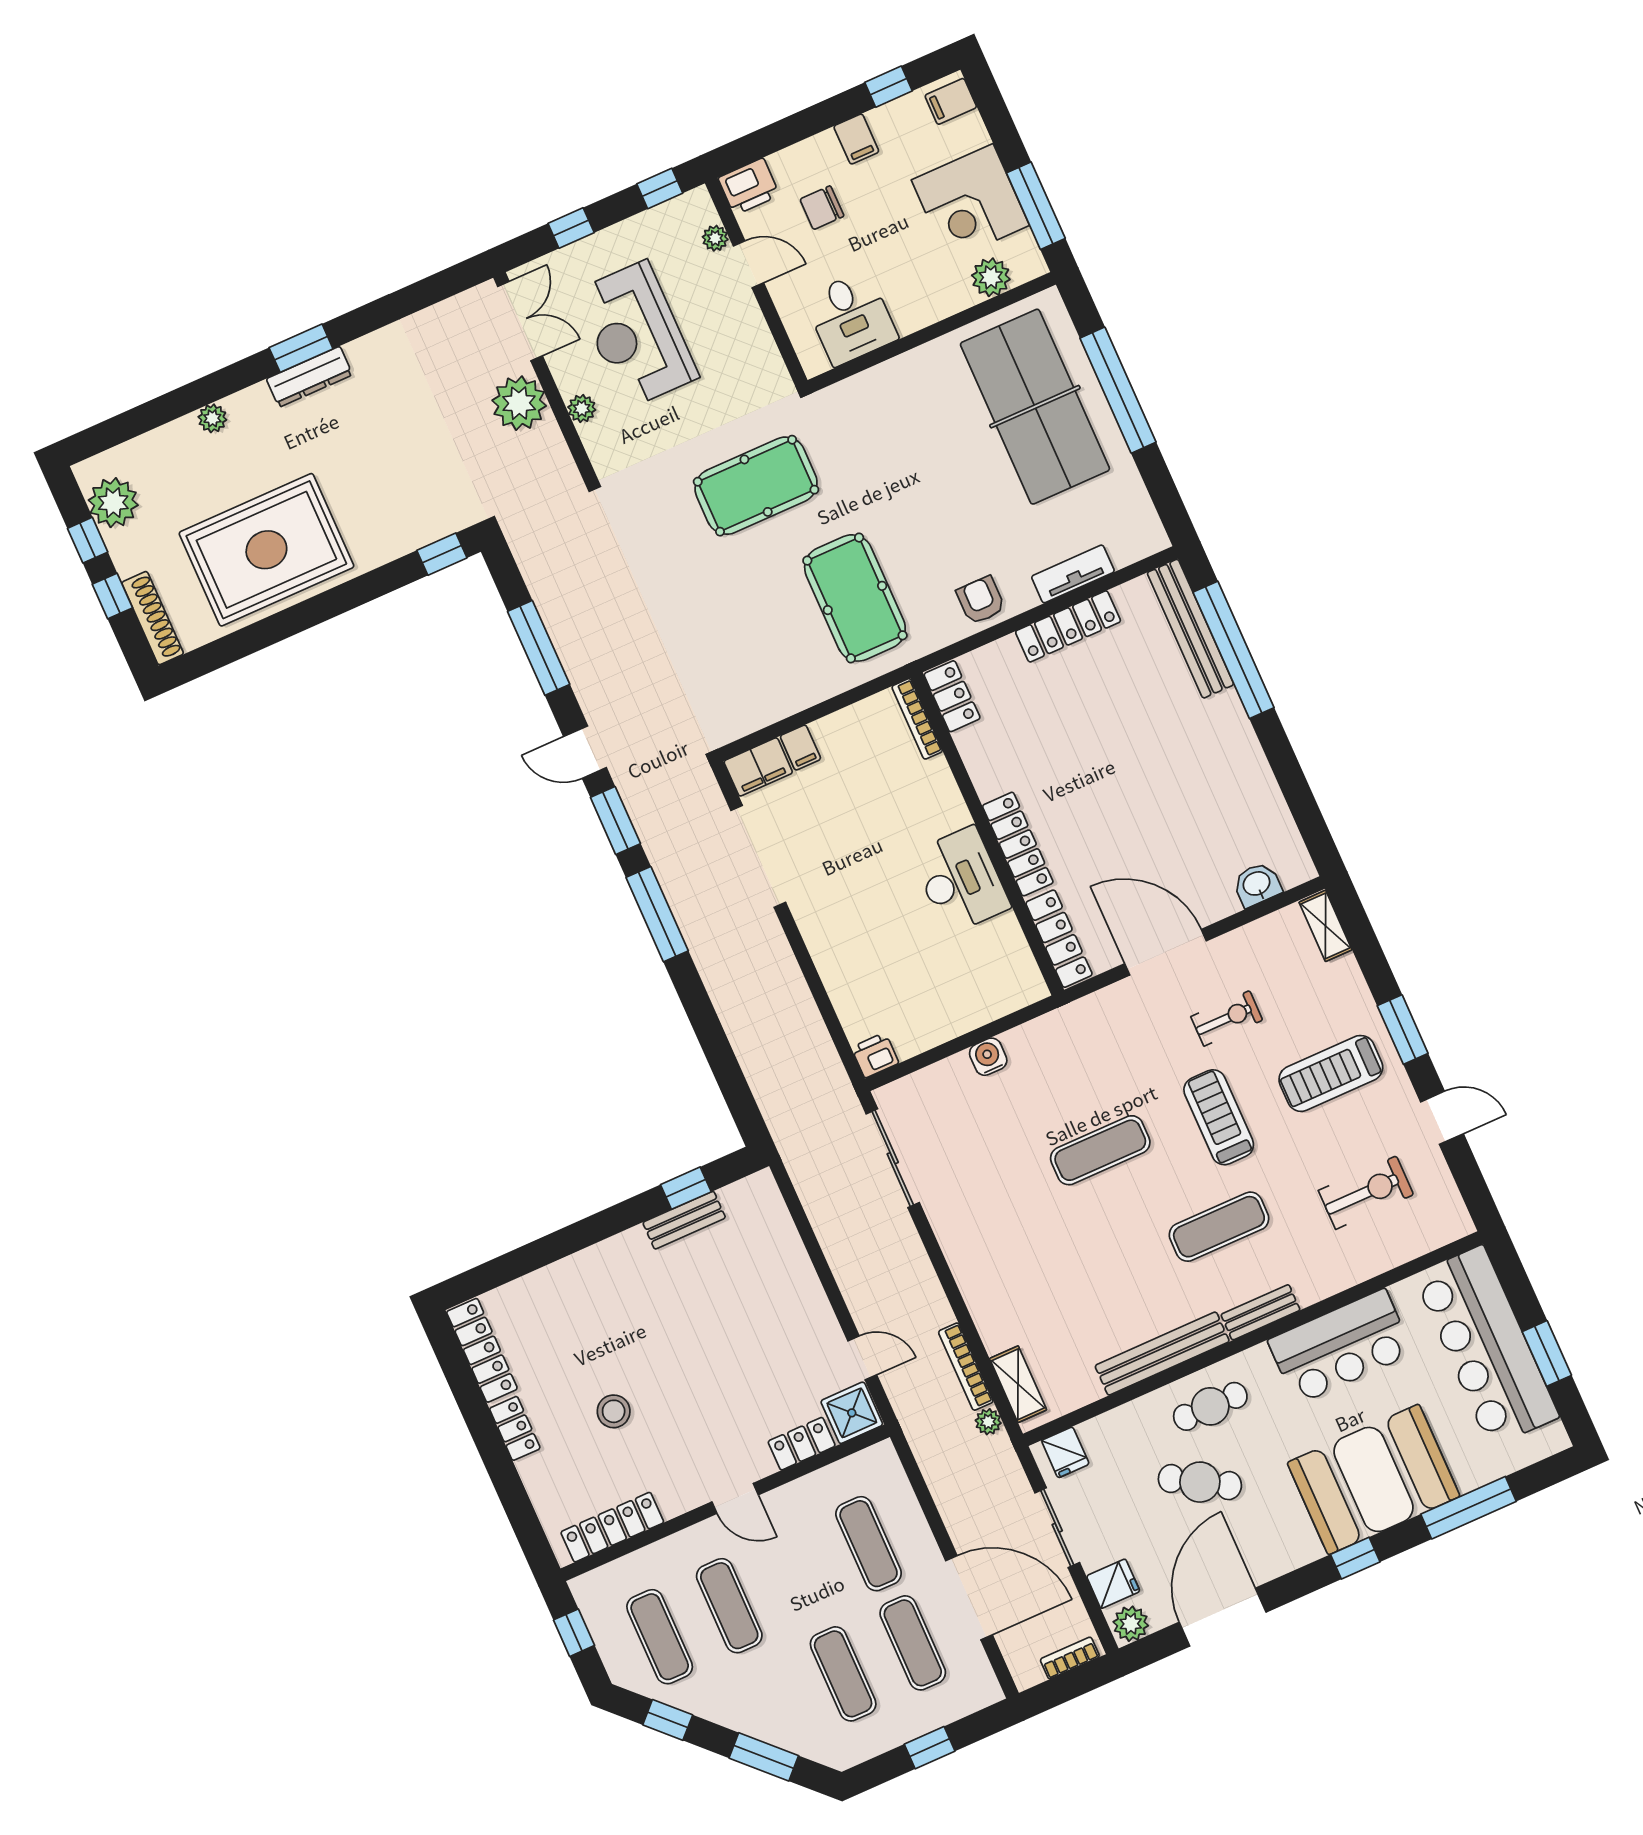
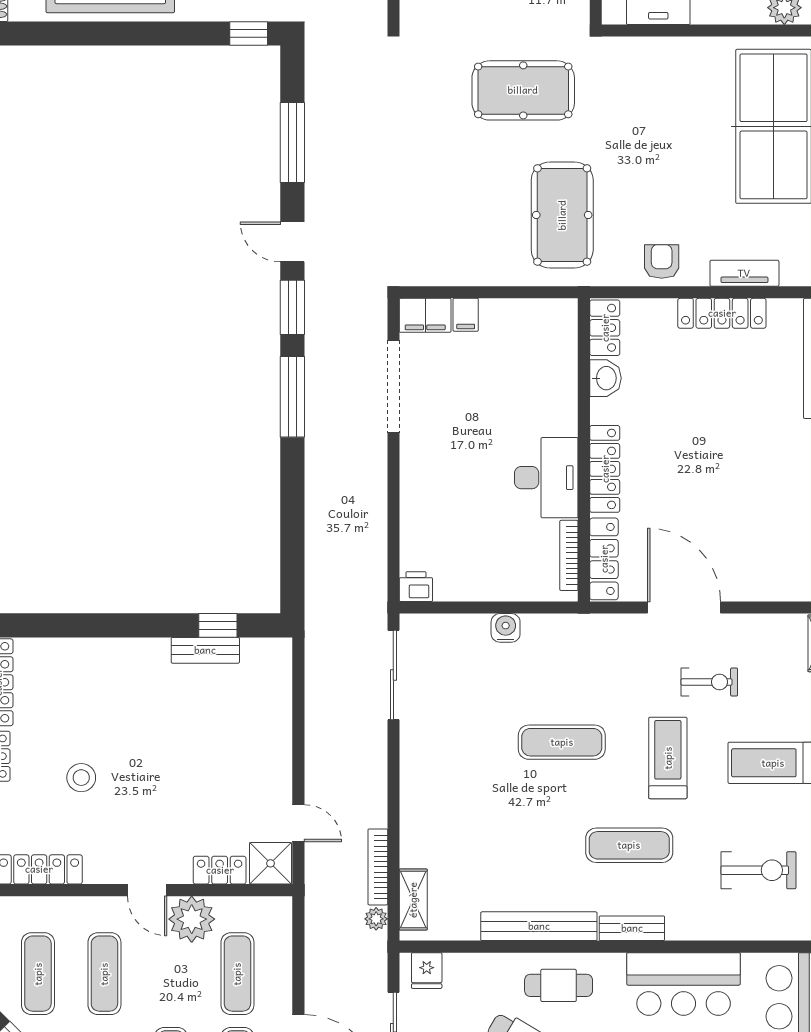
bookcase: (917, 719) -> (569, 555), moved
washbasin: (1257, 884) -> (605, 378), moved, turned 90
plant: (795, 1508) -> (192, 919), added

